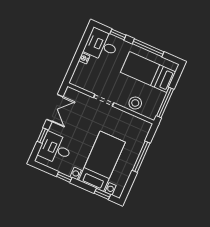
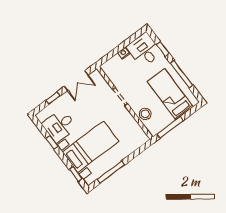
desk: (55, 148) -> (60, 126), moved, turned -90
window: (141, 157) -> (111, 172), moved

